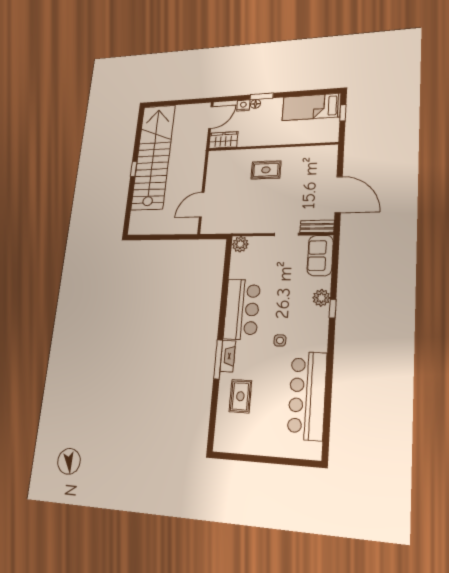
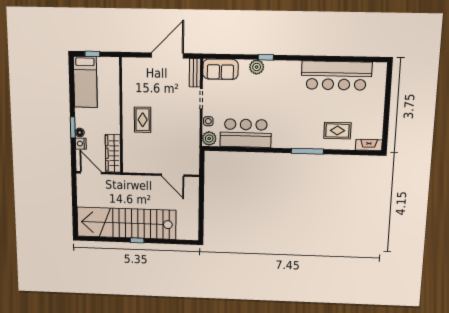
wardrobe: (223, 140) -> (113, 153), width x1.50
bar counter: (242, 309) -> (246, 133), moved
side table: (280, 340) -> (208, 121), moved
fireplace: (228, 356) -> (369, 145), moved

